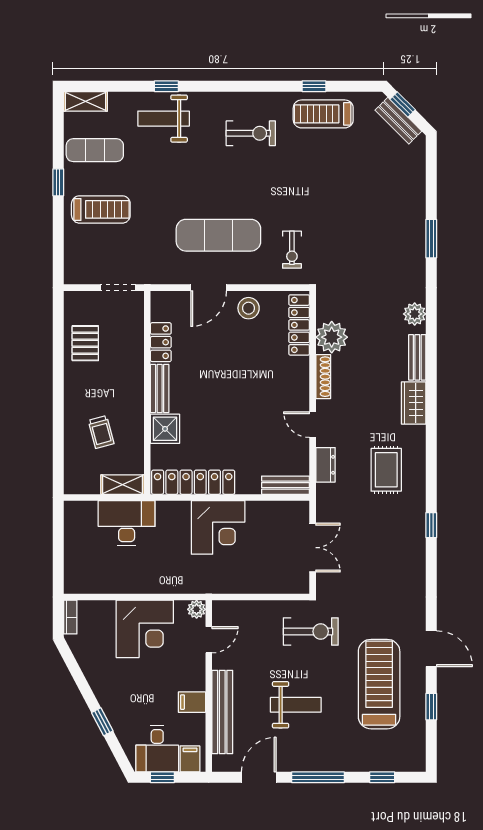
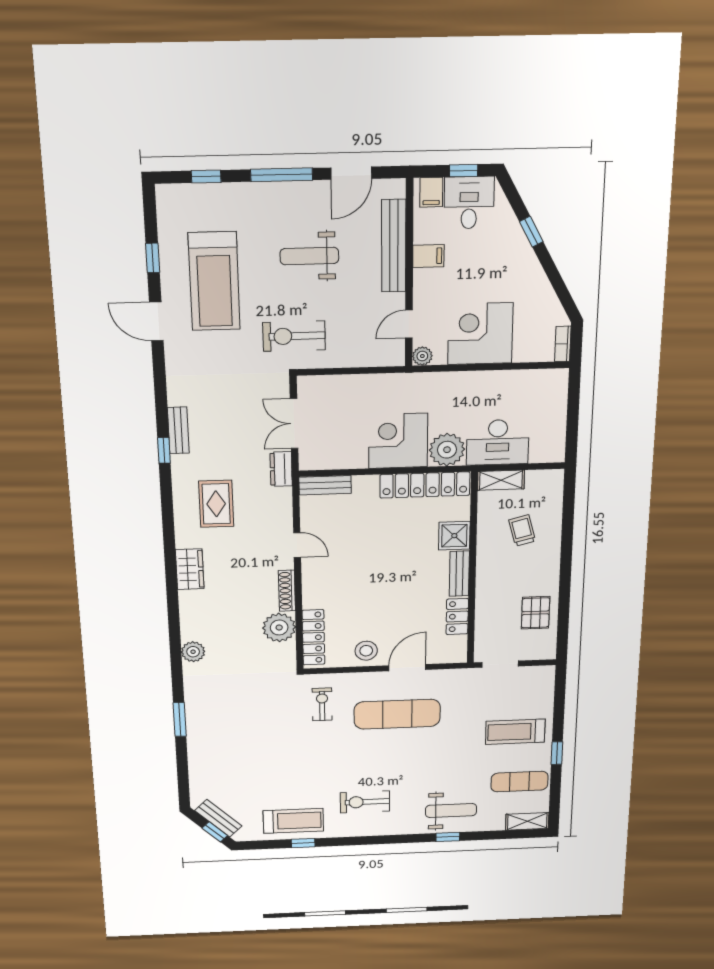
bench: (417, 357) -> (178, 430), moved
dresser: (325, 465) -> (281, 469), moved
plant: (173, 517) -> (447, 450), added

